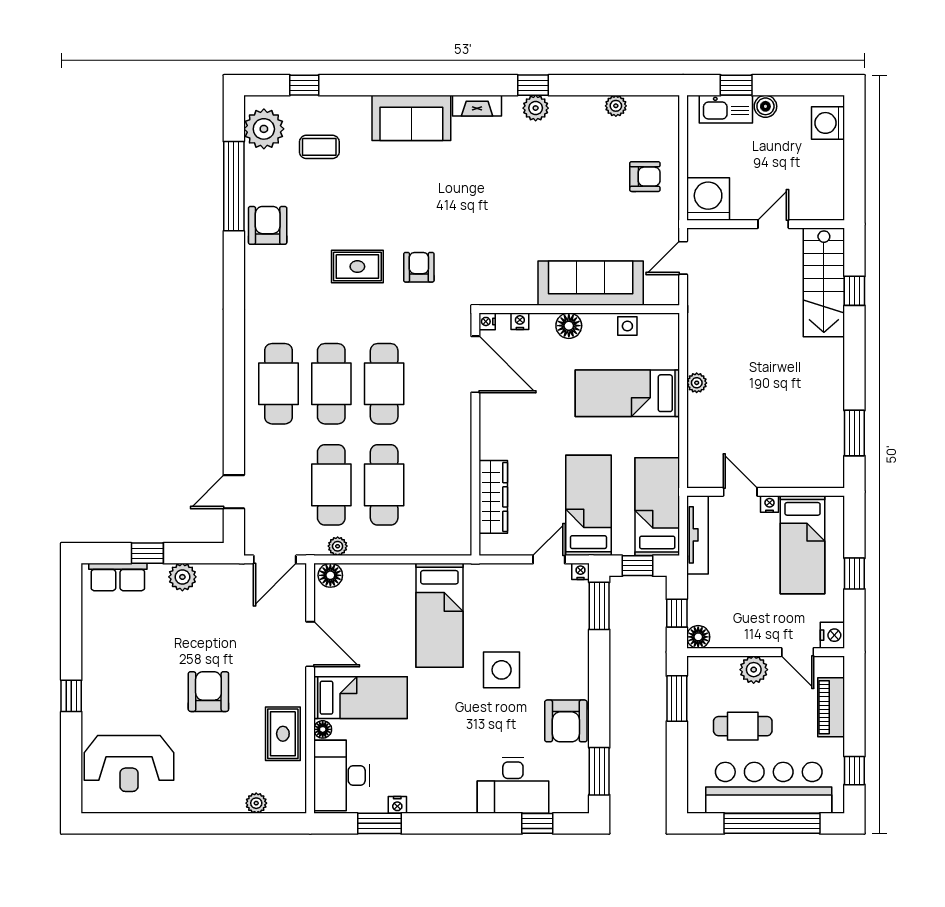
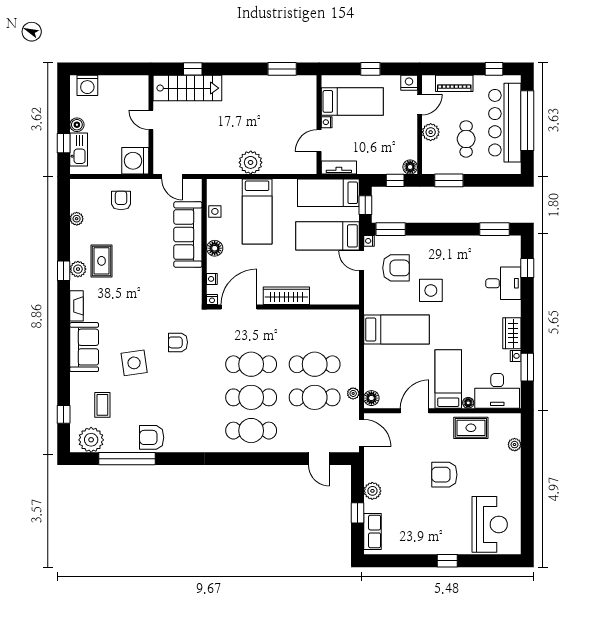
side table: (386, 197) -> (134, 363), added
rug: (357, 267) -> (102, 261), moved
plant: (697, 383) -> (251, 162), width x1.88, depth x1.88
wardrobe: (493, 497) -> (286, 296), moved
tv unit: (697, 535) -> (339, 167), width x0.71
armchair: (566, 721) -> (396, 268), moved
desk: (513, 785) -> (503, 283), width x0.73
wardrobe: (433, 799) -> (512, 333), added

